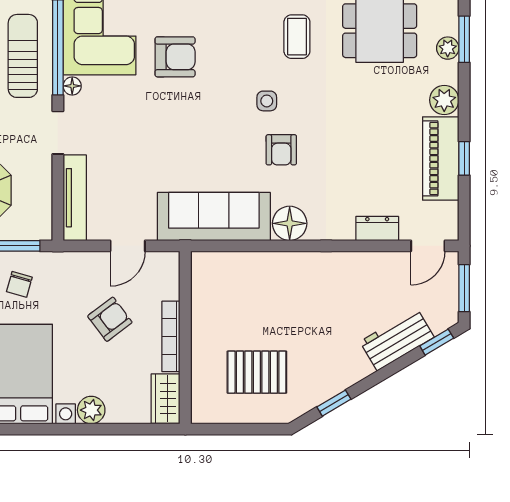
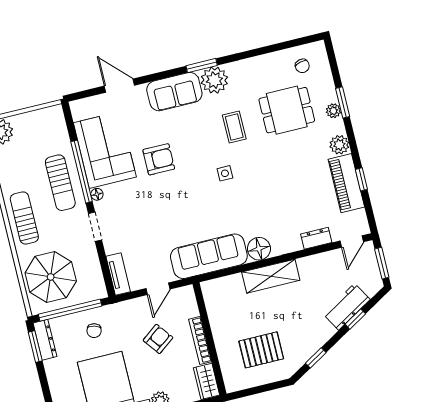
sun lounger: (23, 56) -> (60, 183), turned 180
armchair: (281, 150) -> (242, 203), removed
tv unit: (75, 198) -> (118, 274), width x0.71
shelving: (297, 268) -> (271, 276), added
window: (437, 342) -> (355, 319), moved

